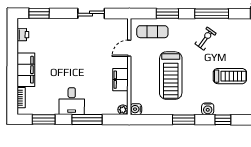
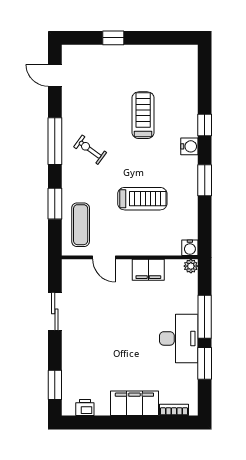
treadmill: (171, 76) -> (142, 199), width x0.73, depth x0.73
desk: (72, 101) -> (179, 338), width x1.37
window: (44, 119) -> (205, 363), moved

